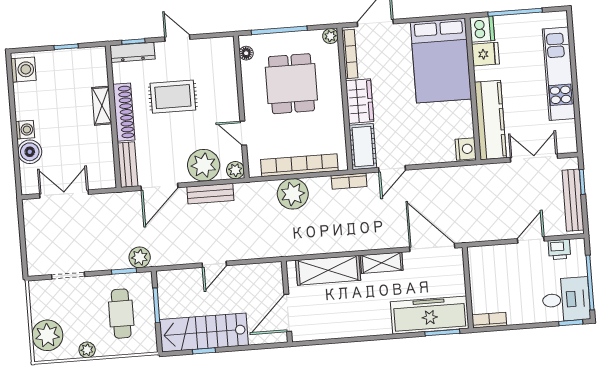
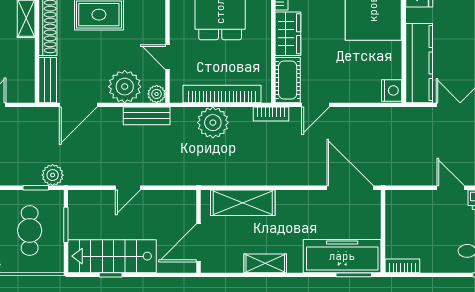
bench: (210, 194) -> (147, 116), moved
door: (531, 240) -> (451, 188), hinge flipped
shelving: (382, 263) -> (265, 263), moved

